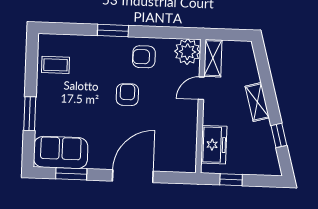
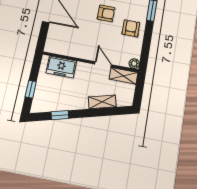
plant: (187, 52) -> (134, 64), width x0.53, depth x0.53
shelving: (257, 102) -> (102, 102), moved
window: (231, 180) -> (31, 89), moved

